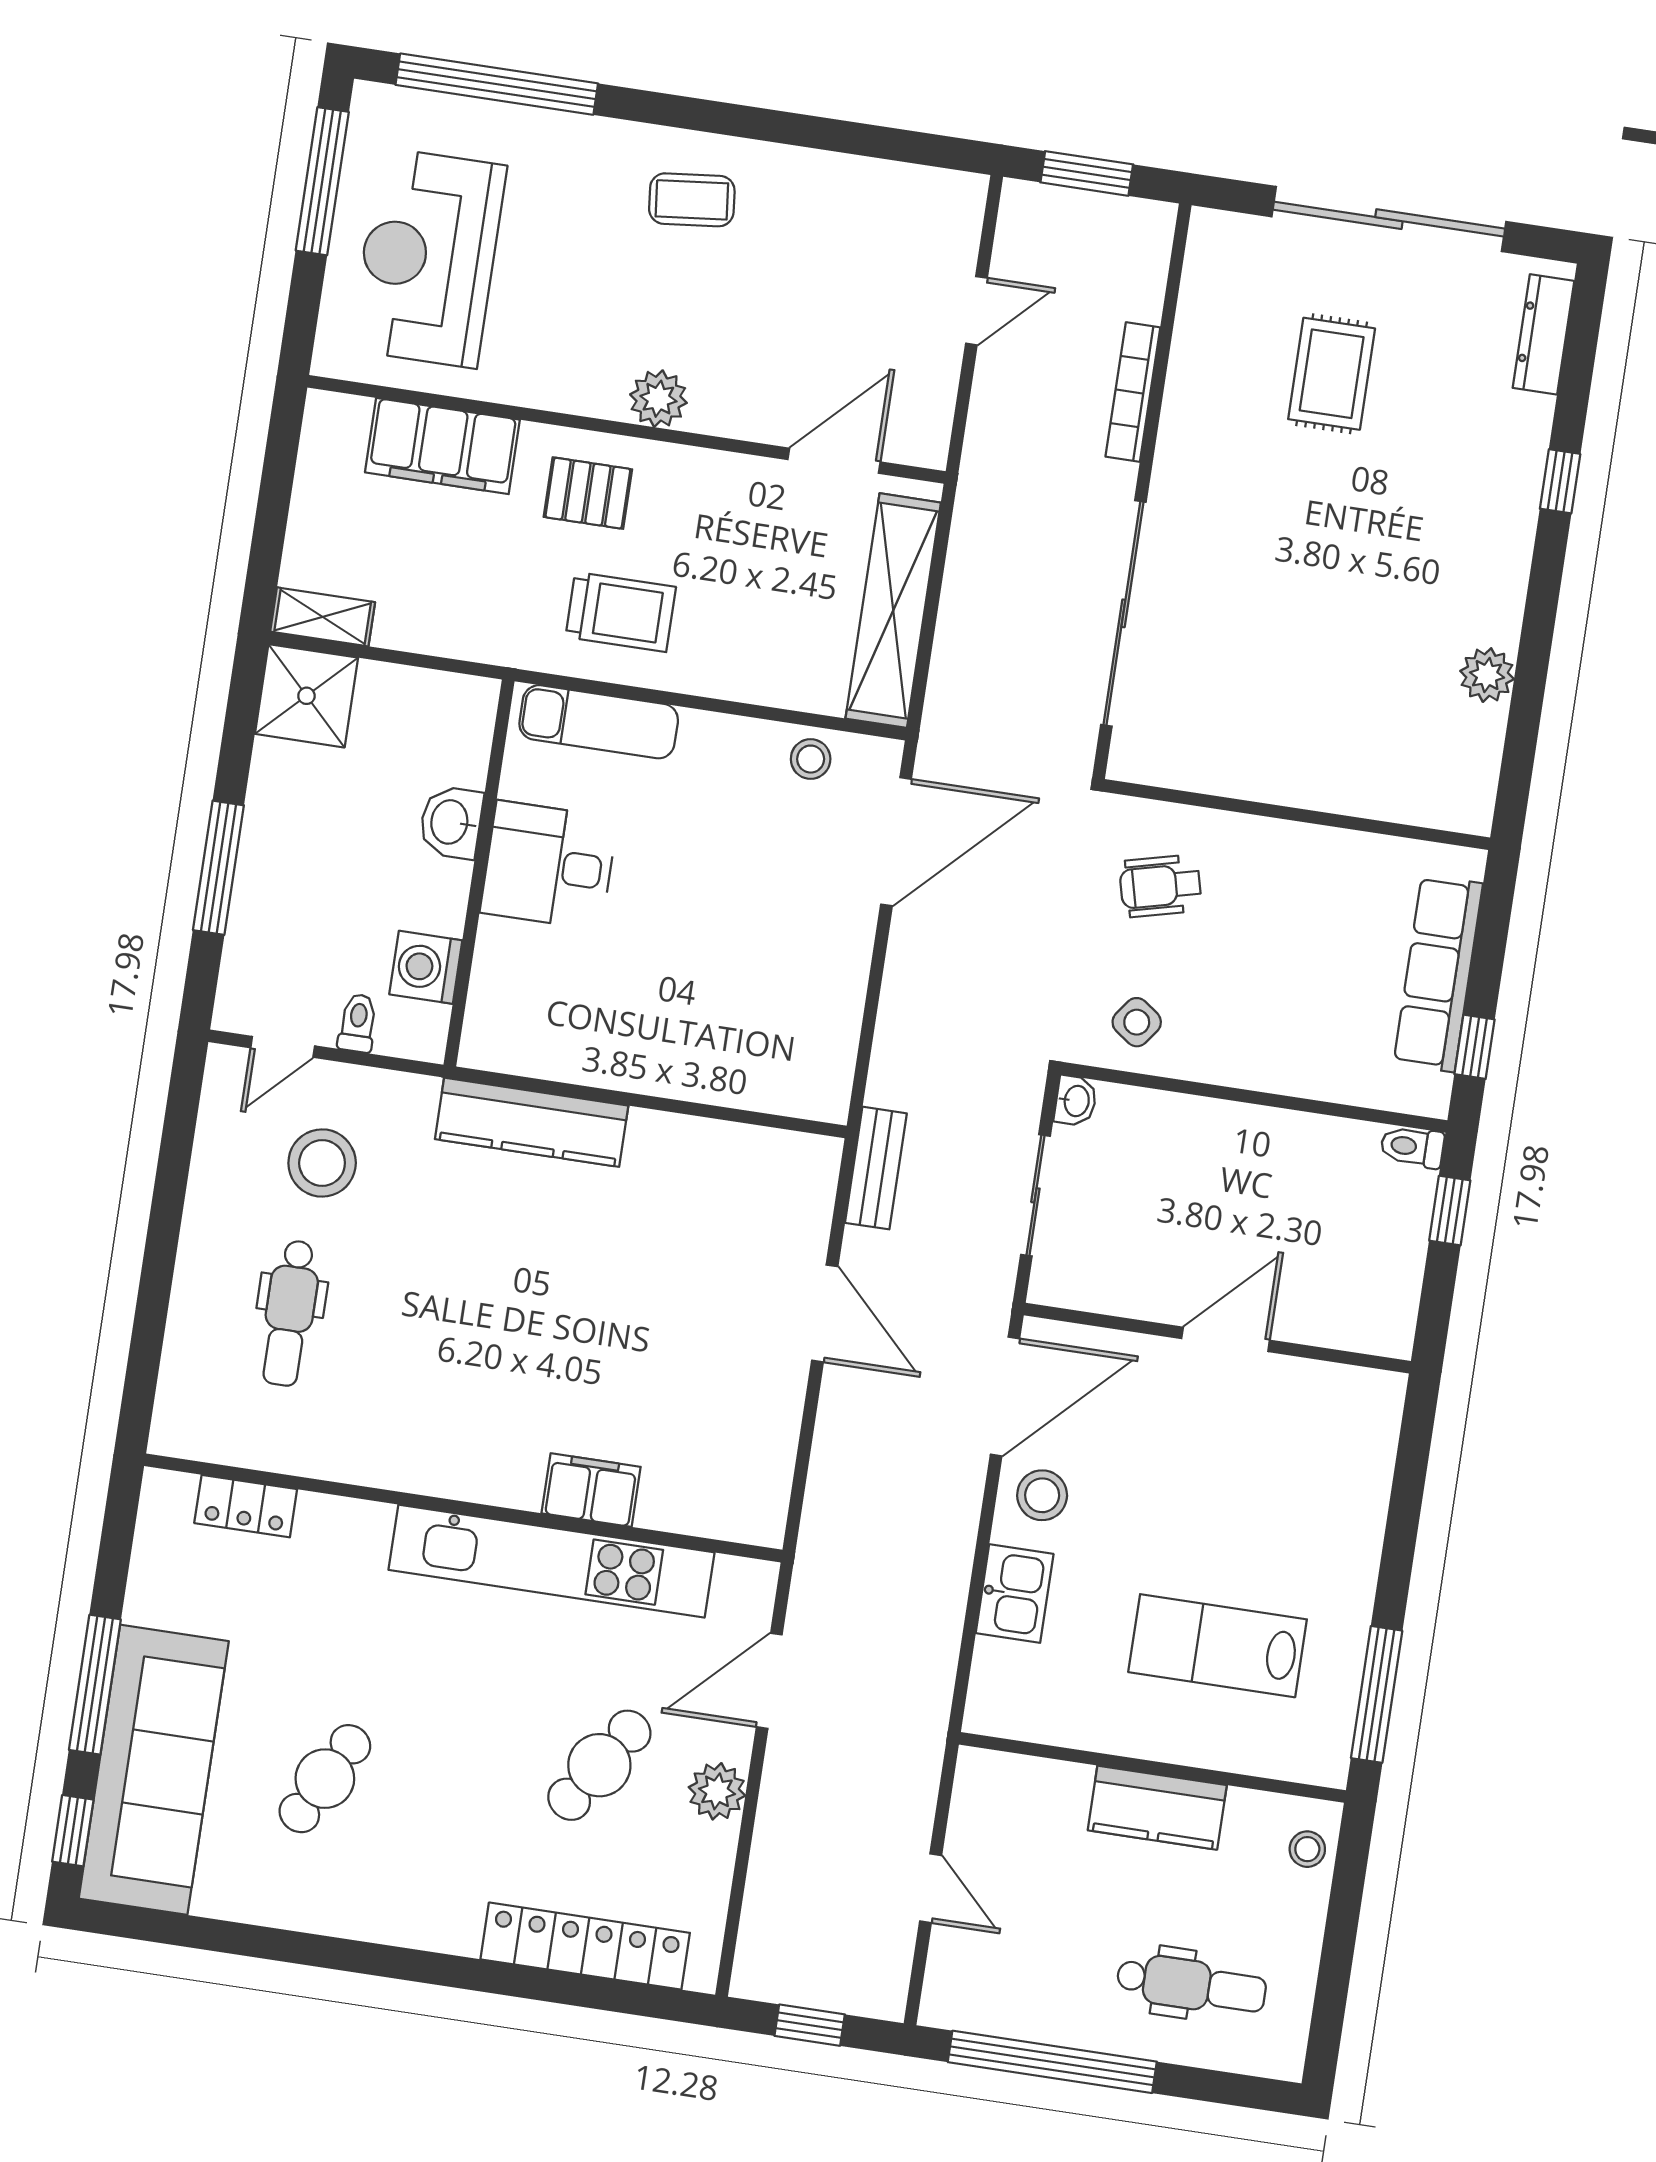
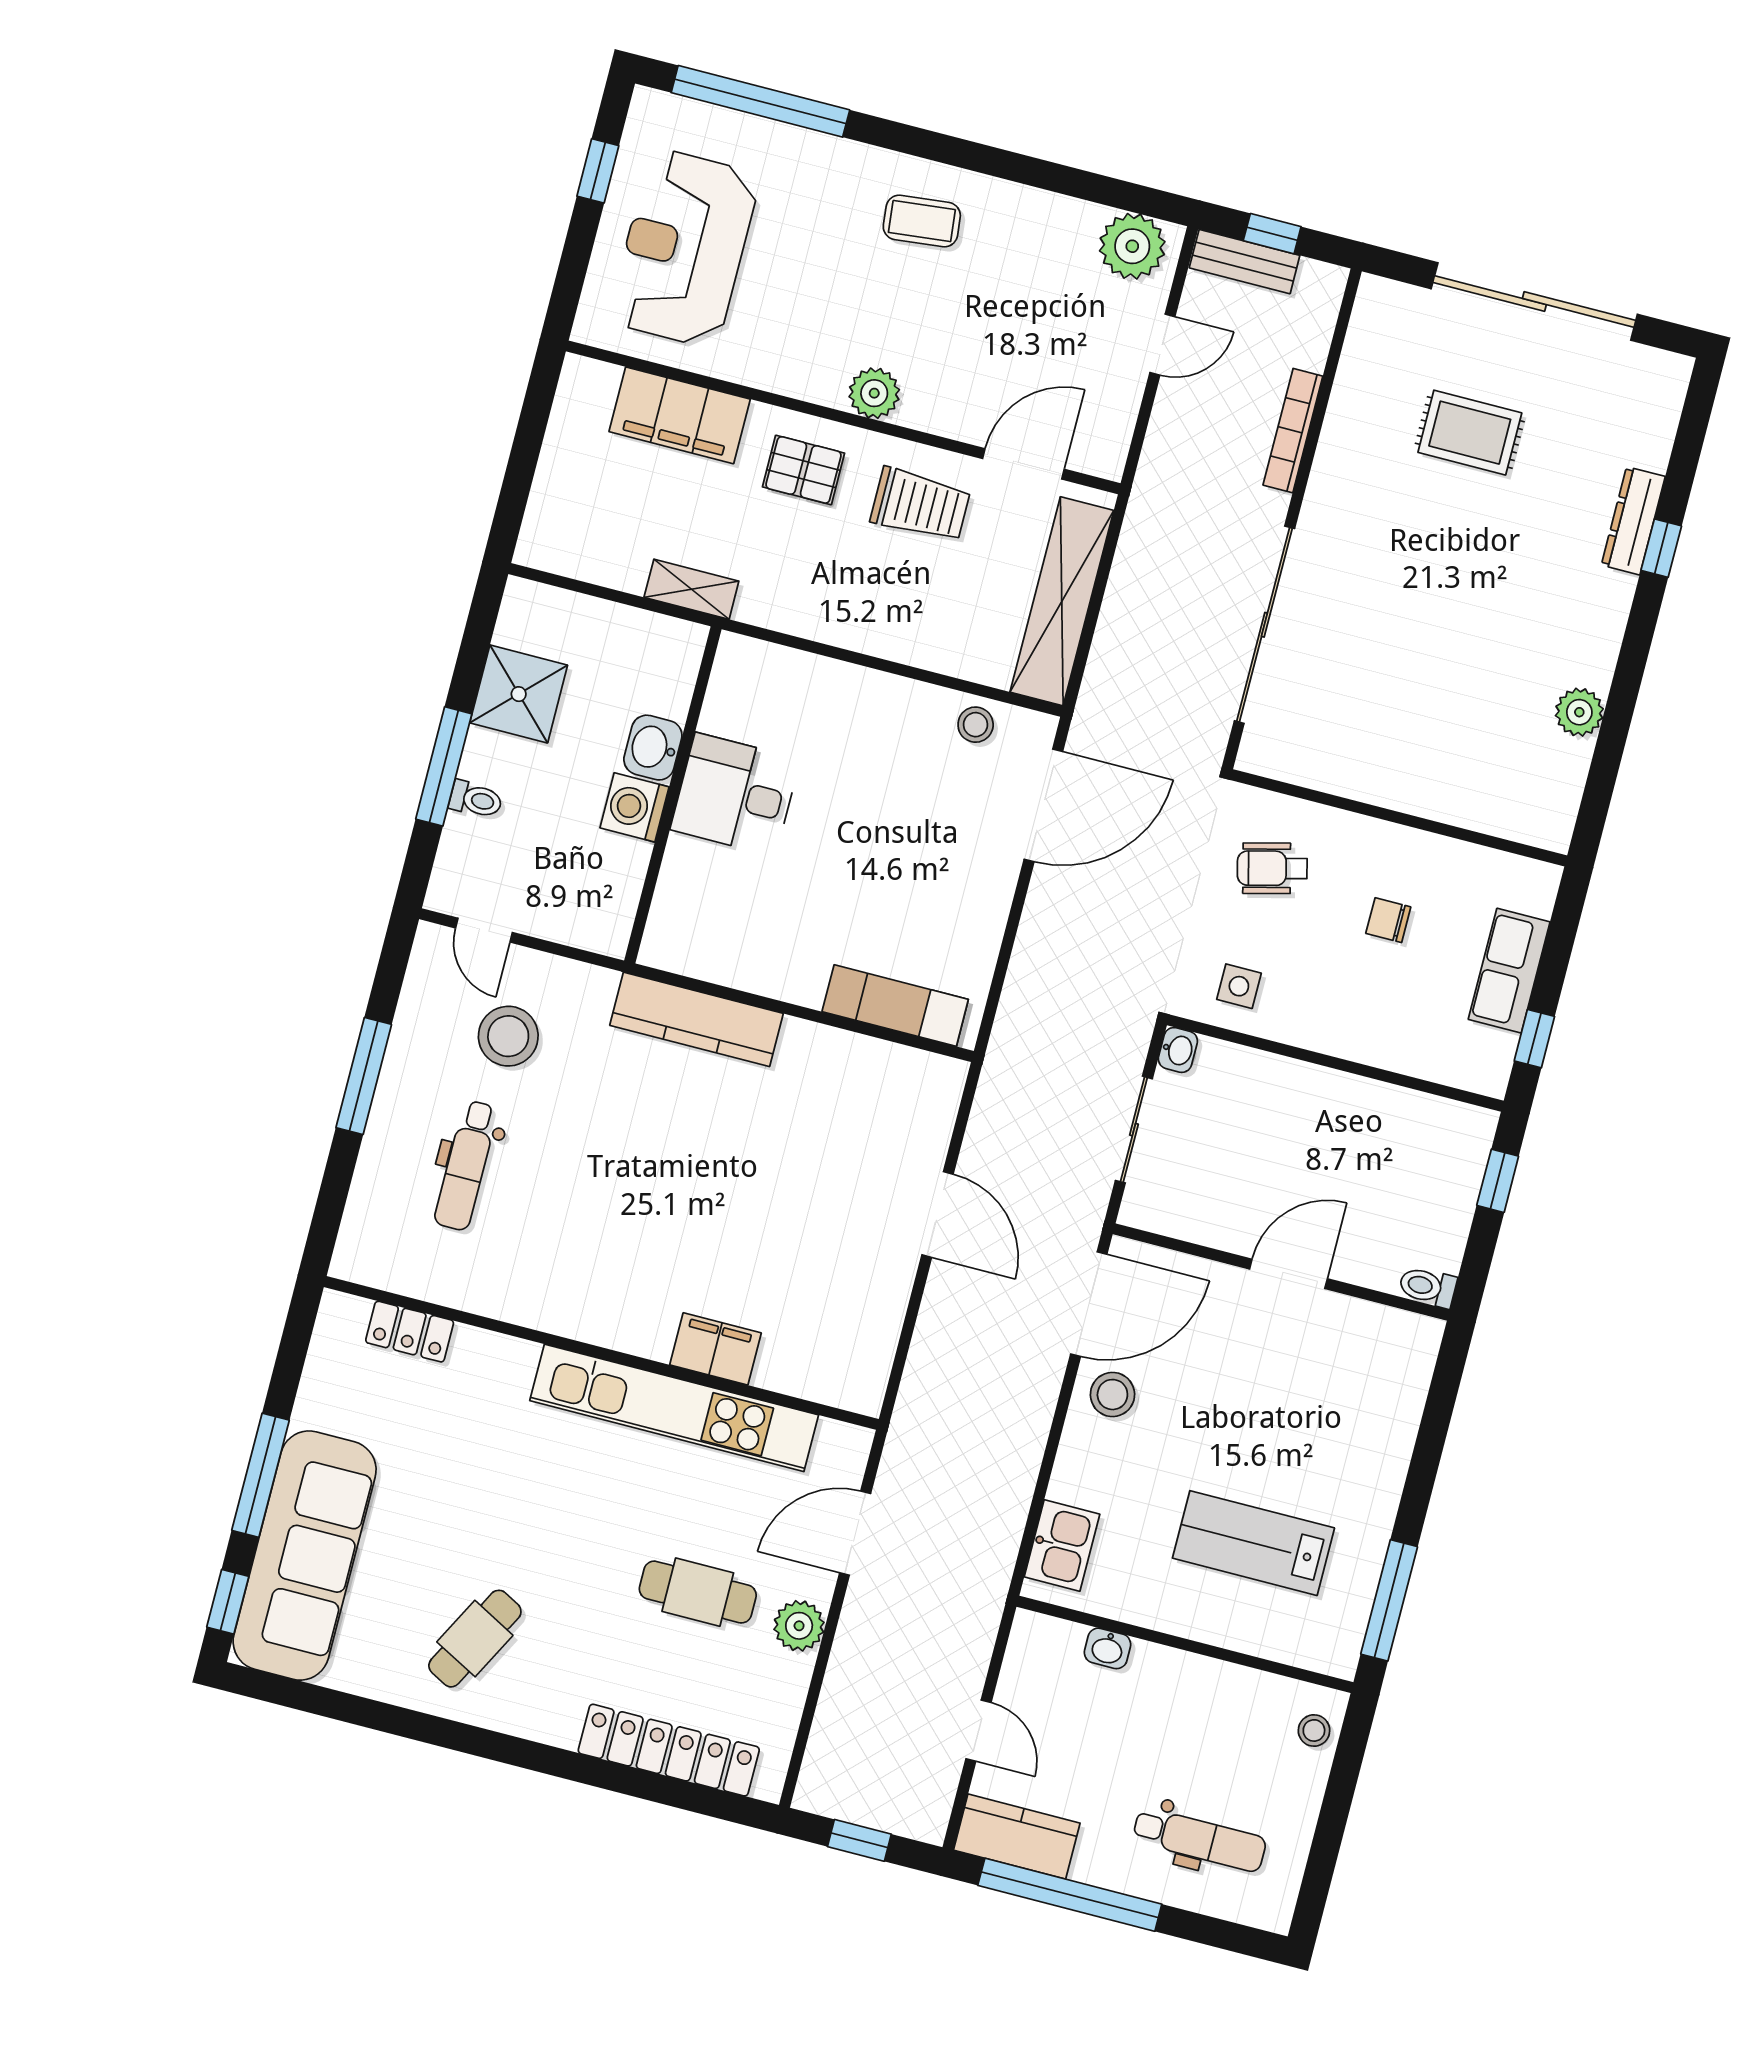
window: (1087, 173) -> (1272, 234), width x0.67
window: (322, 181) -> (598, 171), width x0.46
plant: (931, 204) -> (1132, 246), added
dresser: (1543, 334) -> (1633, 521), moved
rug: (1332, 374) -> (1470, 433), turned 90
trolley: (621, 612) -> (920, 505), moved
shelving: (323, 617) -> (691, 589), moved
shower: (306, 696) -> (519, 694), moved
exam couch: (599, 722) -> (895, 1006), moved, turned 180
chair: (1297, 931) -> (1388, 920), added
washing machine: (426, 967) -> (634, 807), moved
row of seats: (1438, 973) -> (1509, 971), width x0.68
side table: (1137, 1022) -> (1239, 986), turned -36
toilet: (358, 1023) -> (476, 800), moved, turned 90
door: (283, 1047) -> (484, 930), hinge flipped
toilet: (1412, 1147) -> (1428, 1287), moved
bench: (876, 1168) -> (1245, 262), moved, turned 90
window: (164, 1225) -> (364, 1076), added
kitchen sink: (1015, 1594) -> (1062, 1546), moved
cafe table: (599, 1765) -> (698, 1592), turned 57
cafe table: (325, 1779) -> (475, 1639), moved
washbasin: (1066, 1781) -> (1107, 1648), added
kitchen counter: (1157, 1808) -> (1017, 1837), moved, turned 180

